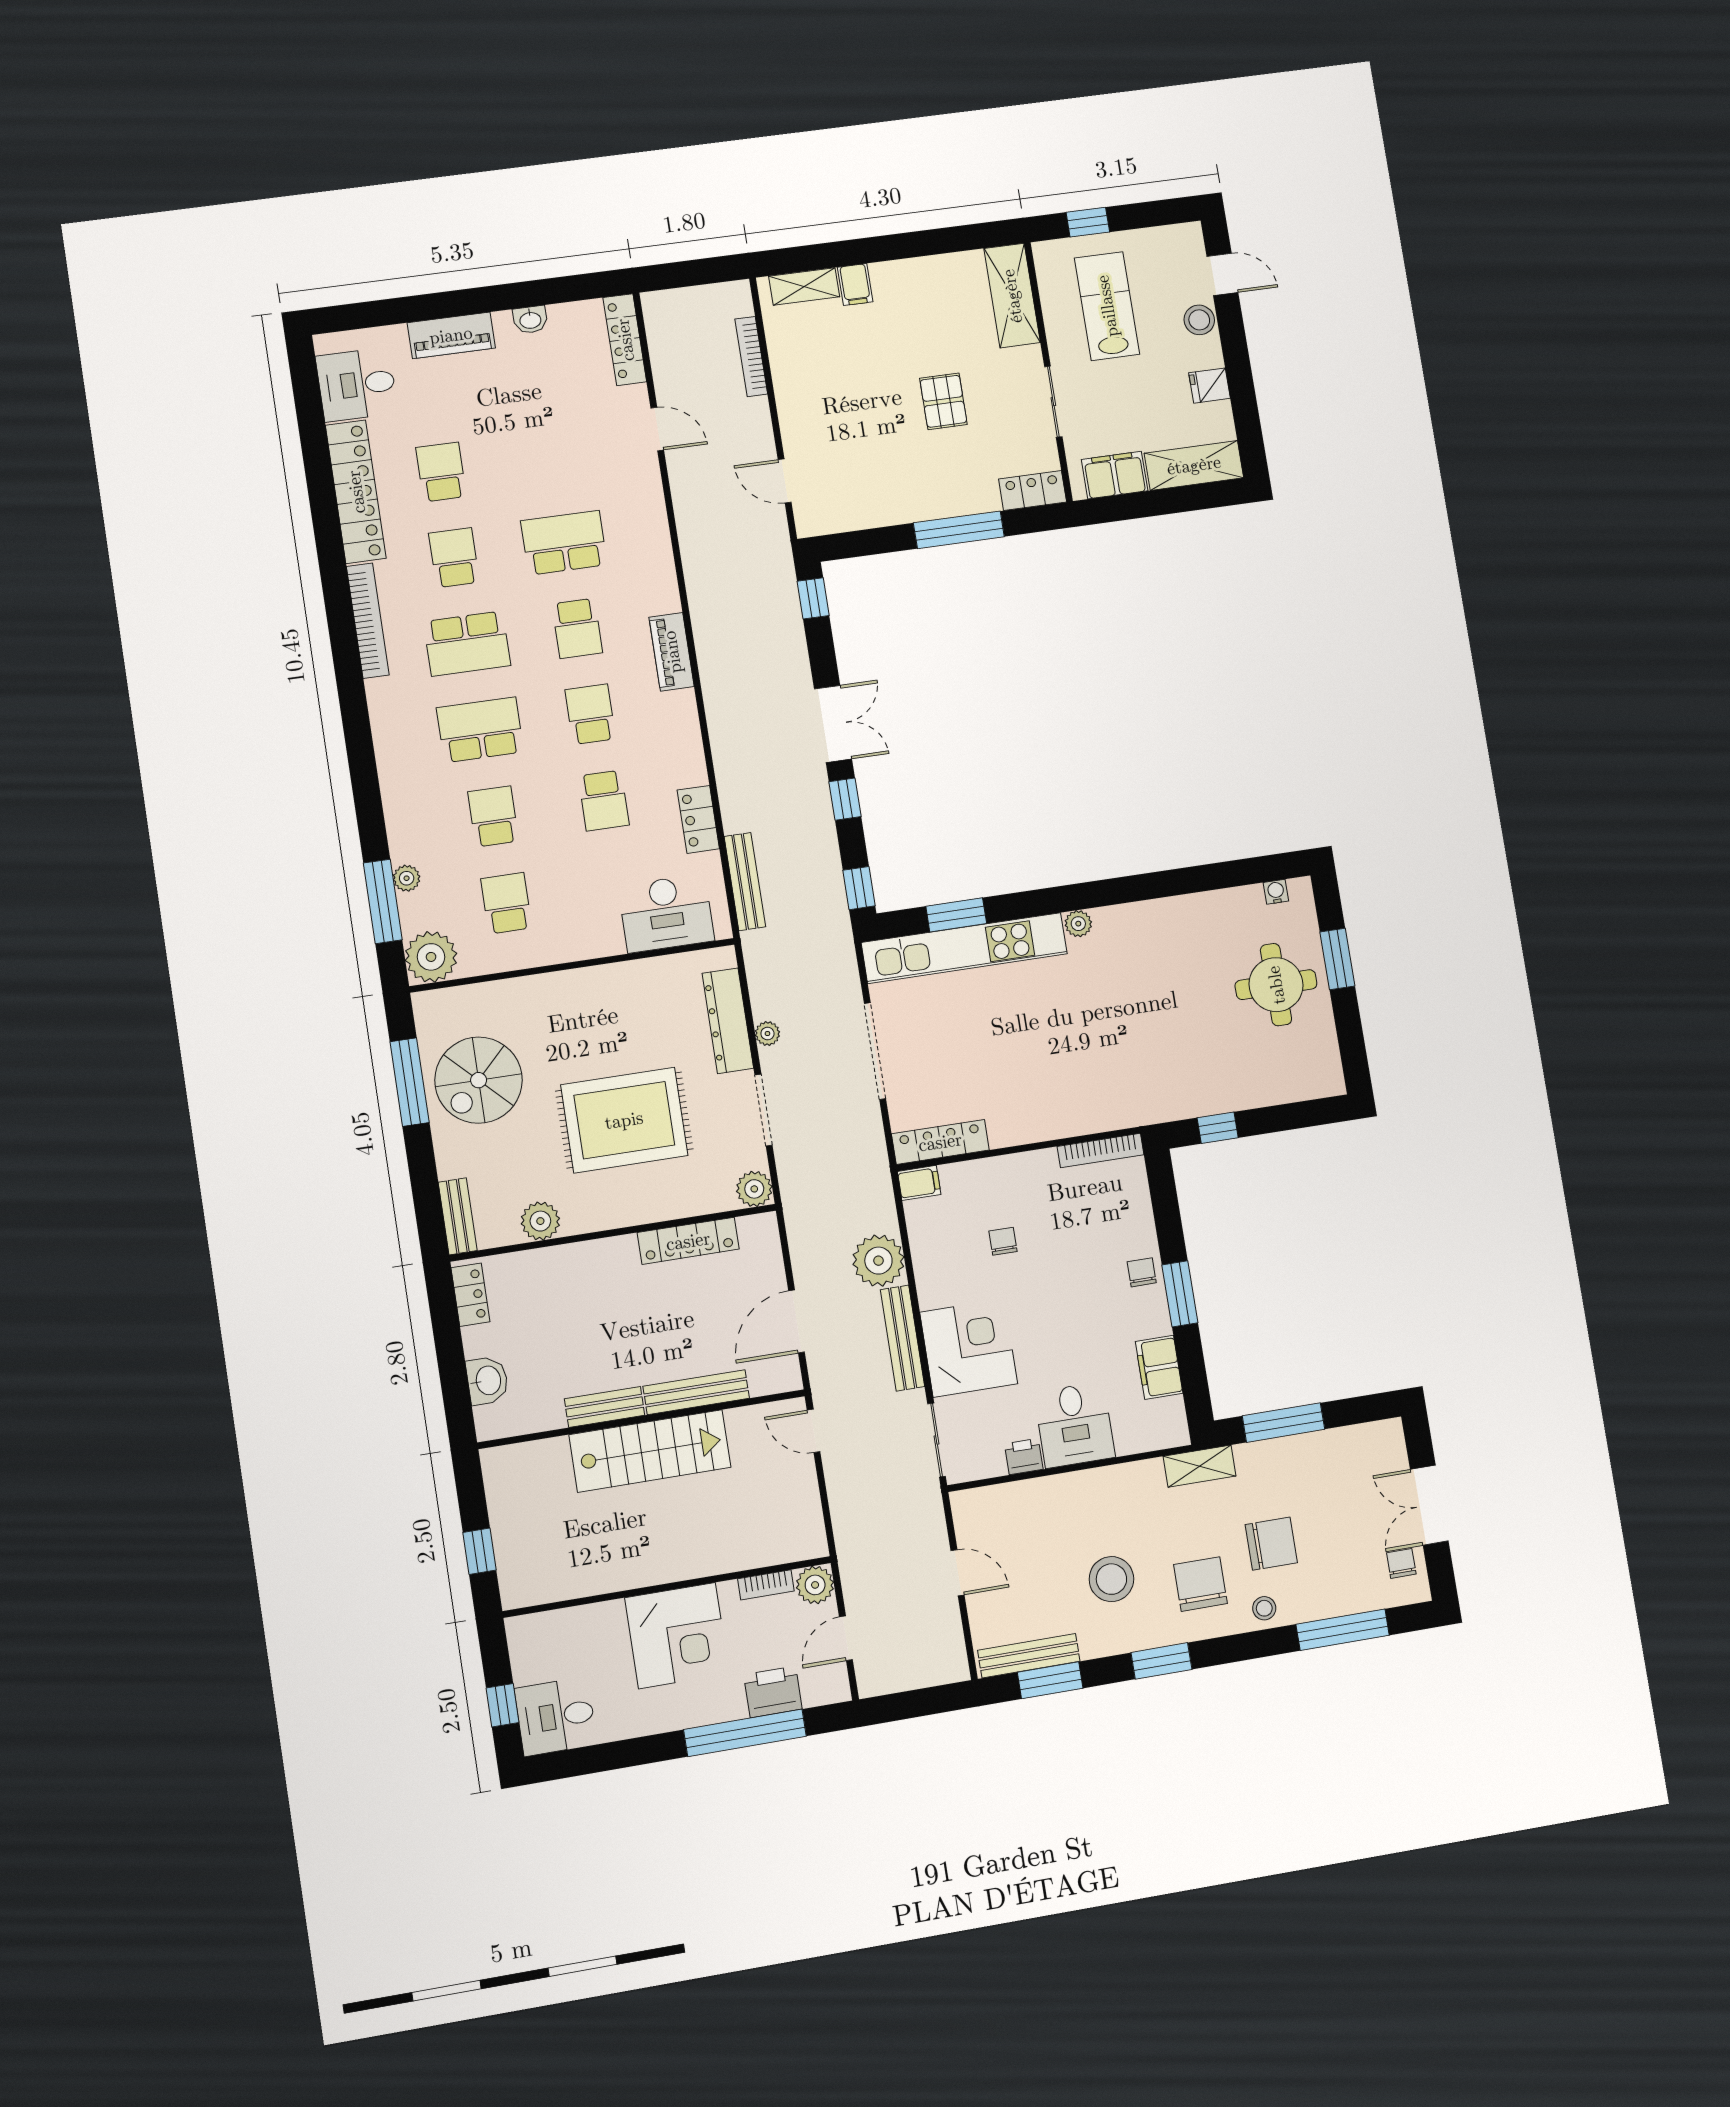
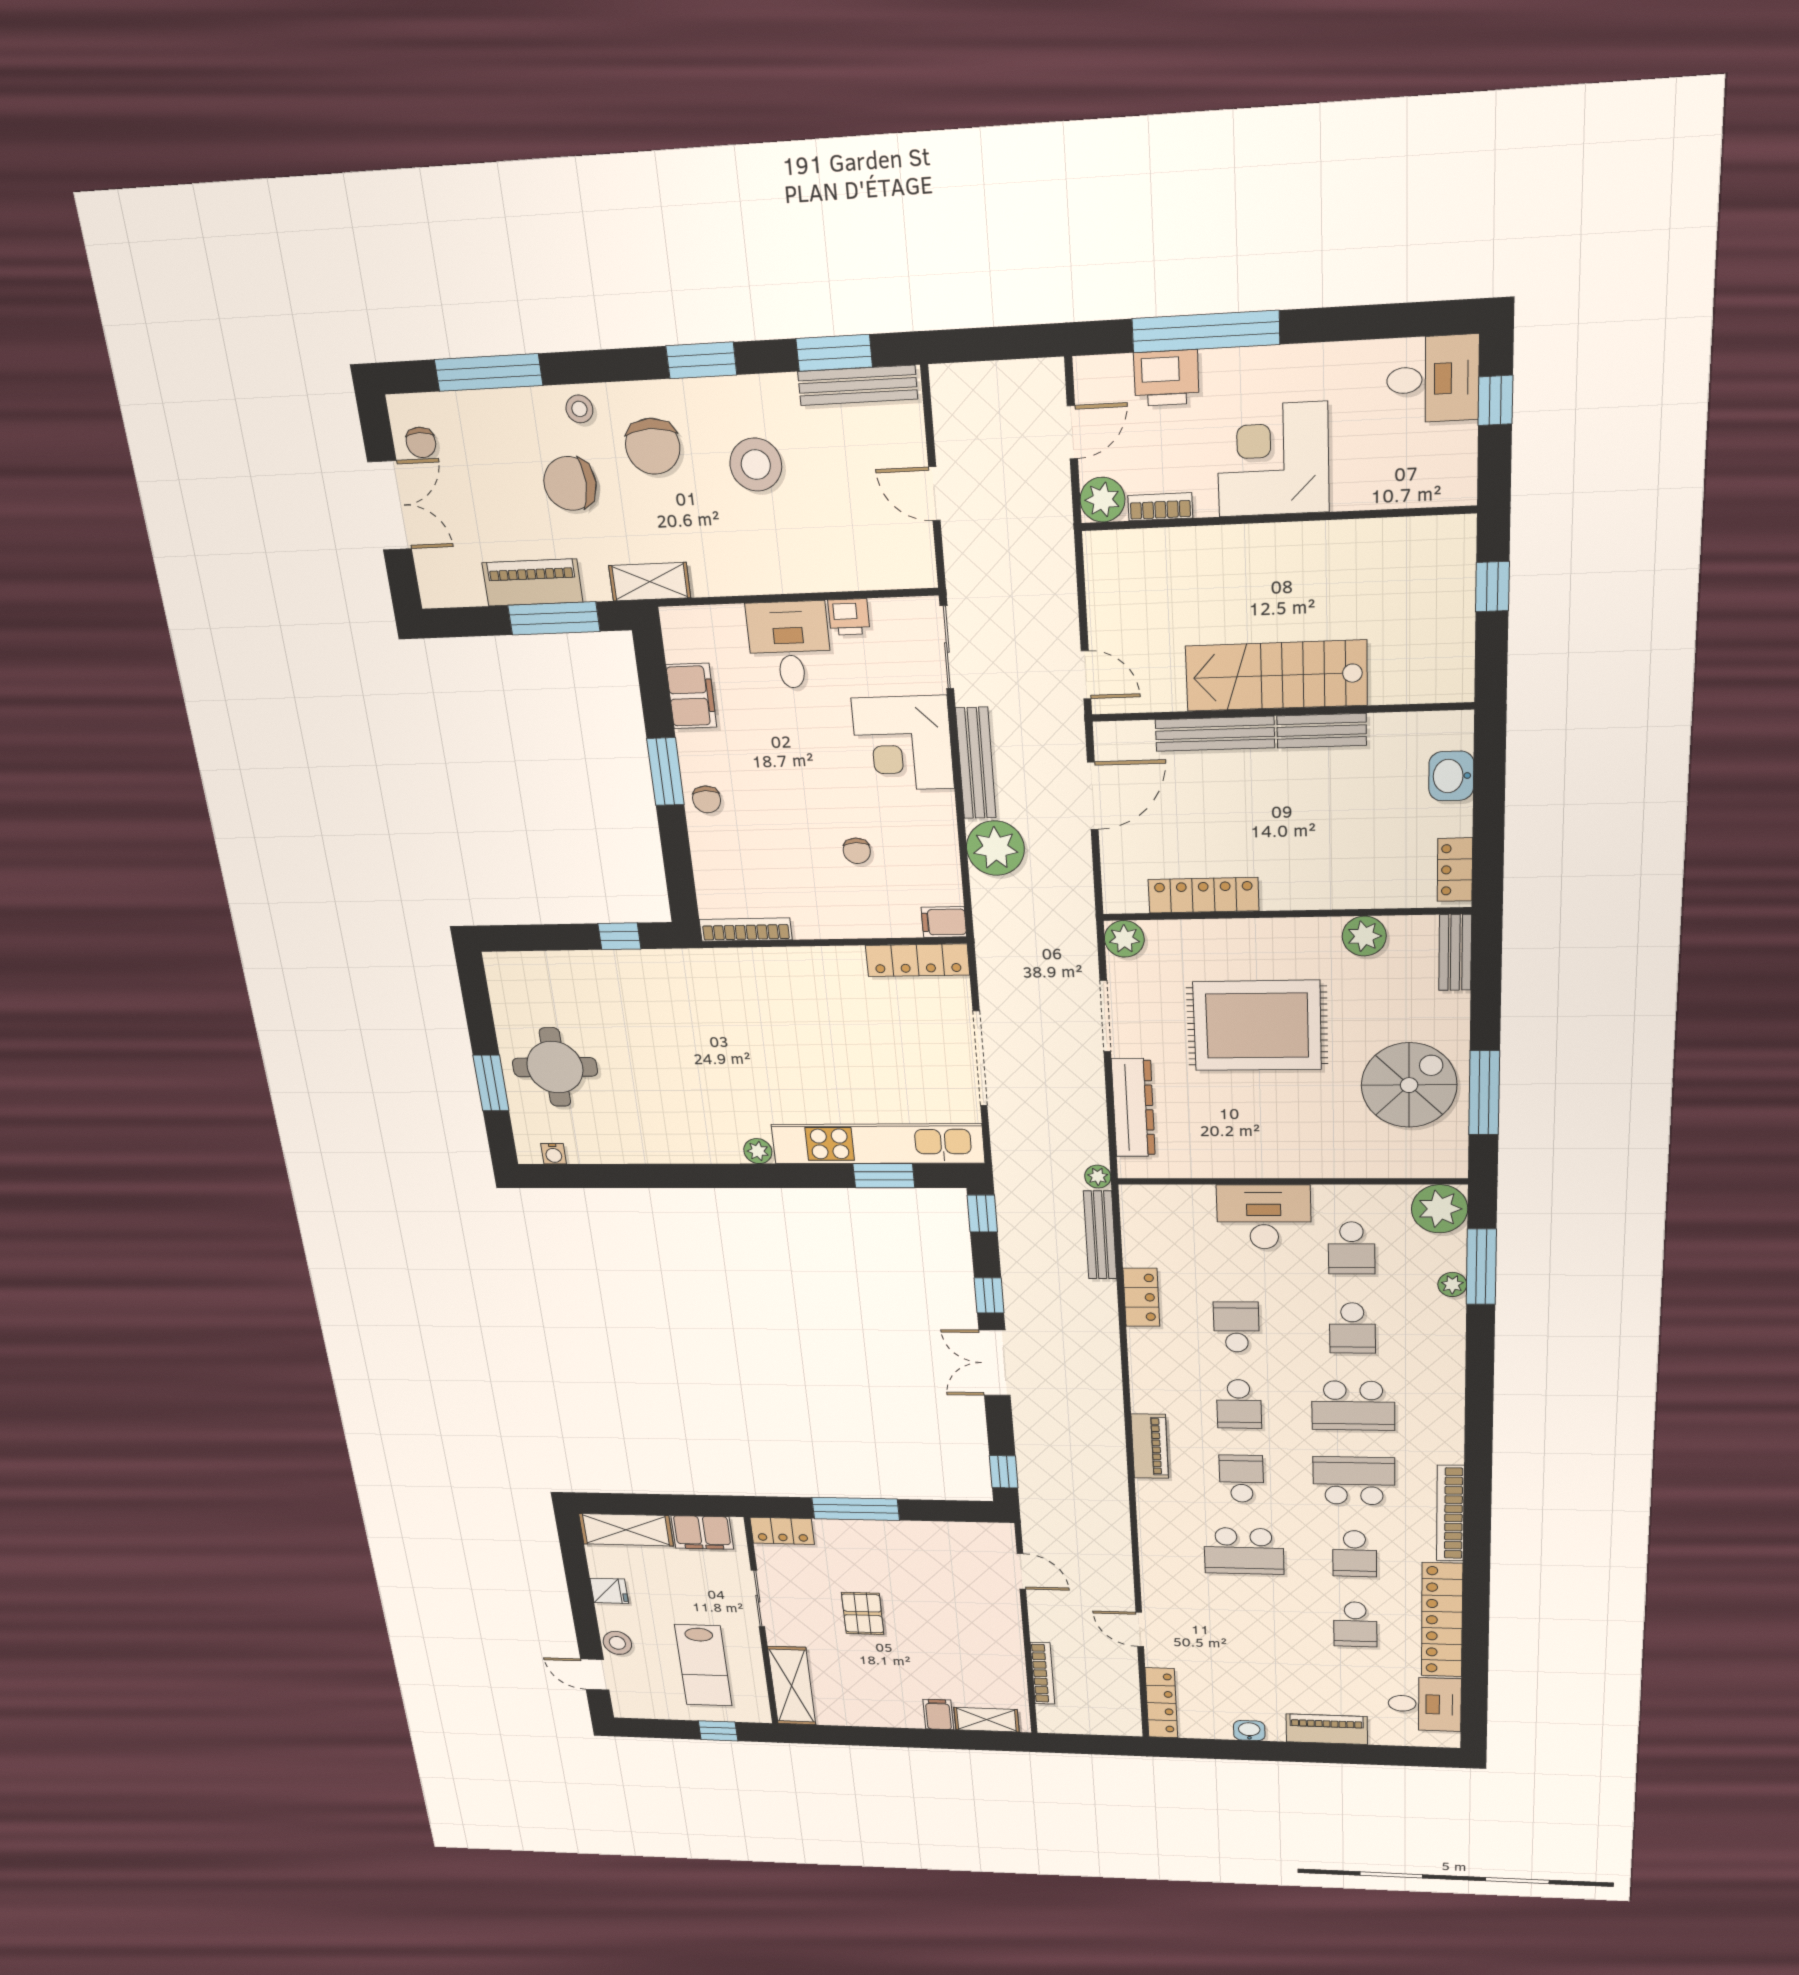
desk: (666, 913) -> (1264, 1217), moved
plant: (767, 1034) -> (1098, 1177), moved
piano: (1303, 1453) -> (532, 582), added

